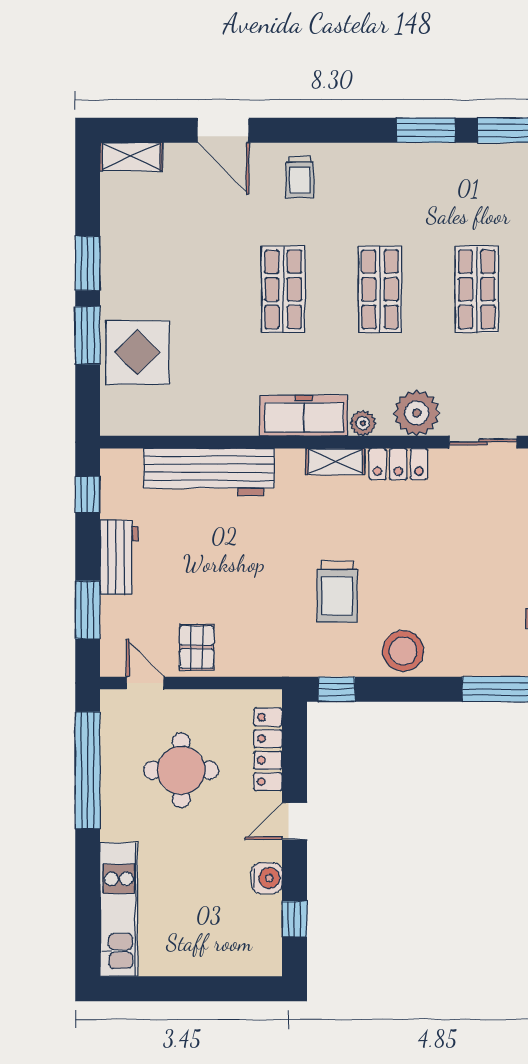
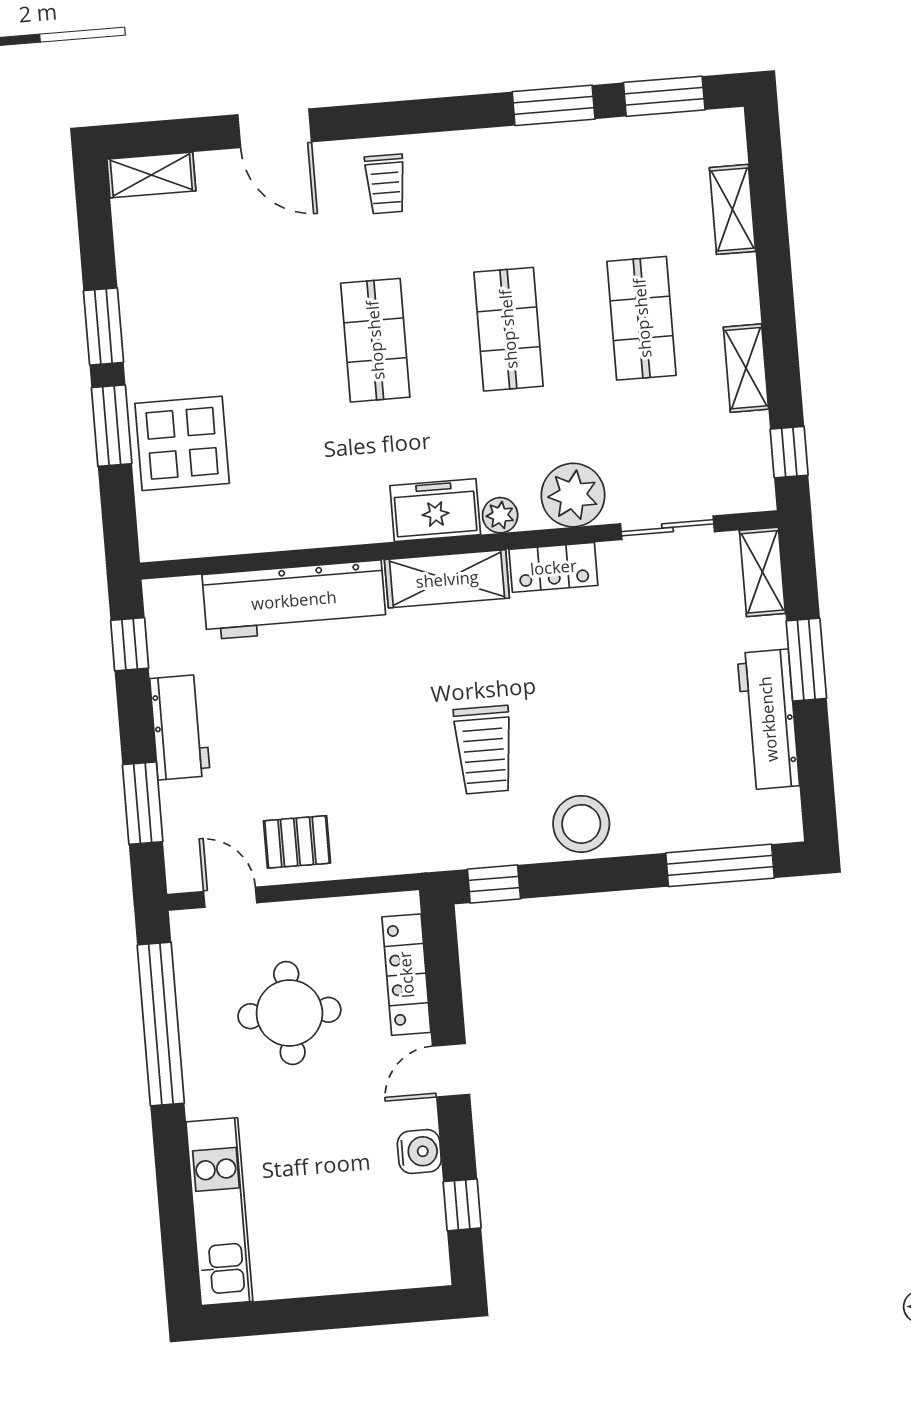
freezer: (304, 416) -> (435, 510), width x0.71
shelving: (335, 462) -> (447, 579), width x1.50, depth x1.33
pallet: (197, 647) -> (297, 842), turned 90

